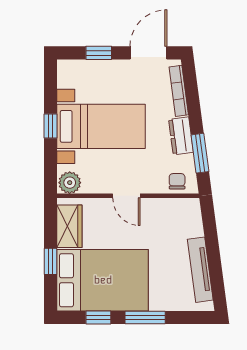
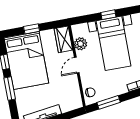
dresser: (181, 136) -> (117, 90), removed
plant: (70, 183) -> (81, 44), moved
wardrobe: (69, 226) -> (63, 39), moved, turned 90

